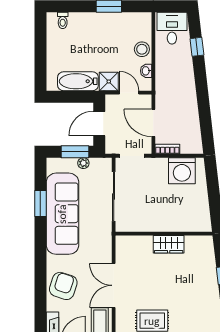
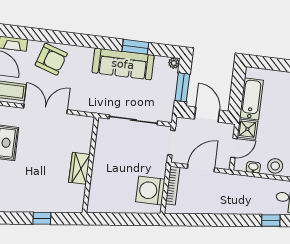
bookcase: (167, 149) -> (173, 186), width x1.56
plant: (83, 163) -> (174, 63), moved
sofa: (62, 214) -> (123, 64), width x0.74, depth x0.79

